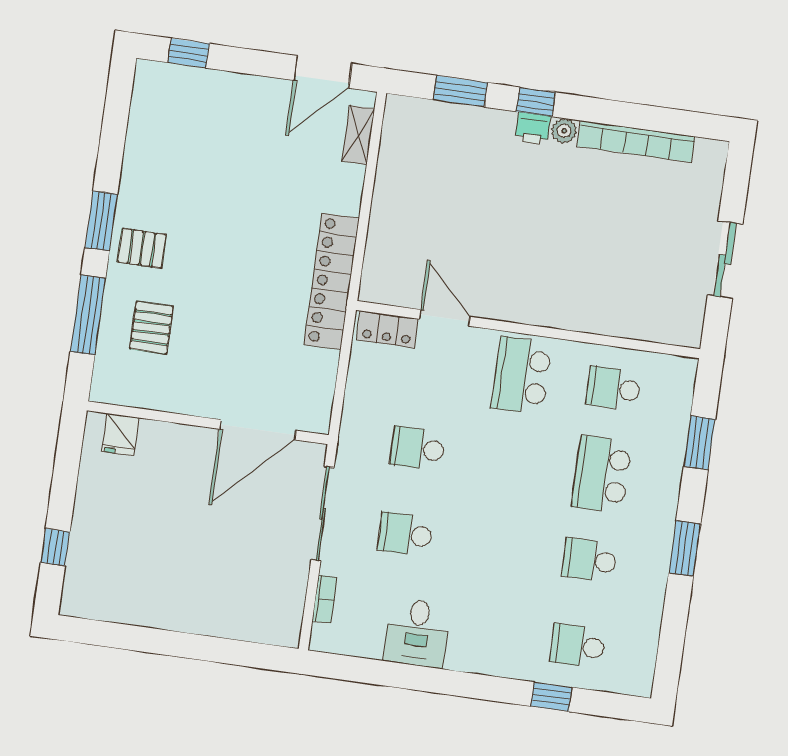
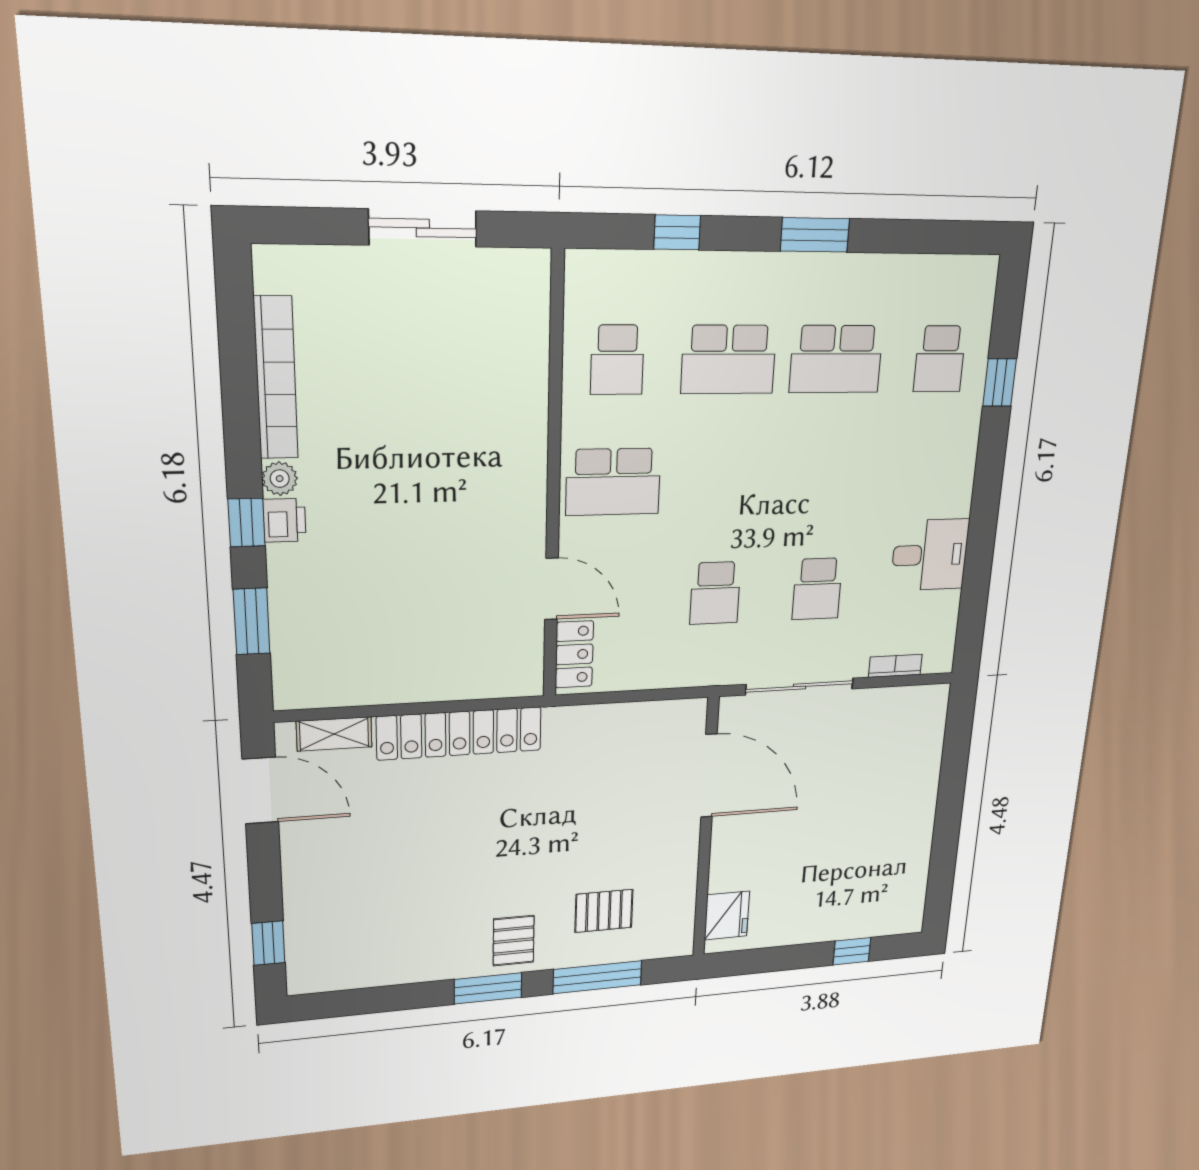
locker: (332, 281) -> (459, 733), moved
door: (445, 318) -> (552, 589), swing flipped
fridge: (120, 435) -> (727, 916), width x1.38
window: (699, 443) -> (677, 232), width x0.67
school desk: (590, 560) -> (836, 359), width x1.85

